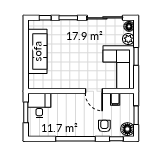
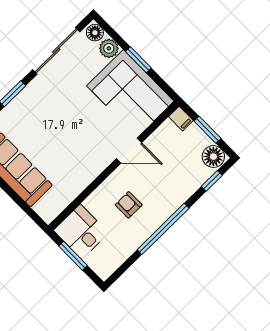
filing cabinet: (115, 99) -> (181, 119), moved
armchair: (104, 126) -> (129, 205), moved

